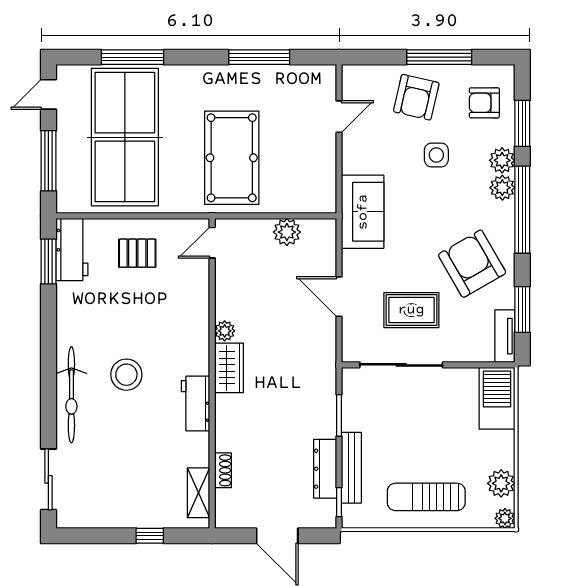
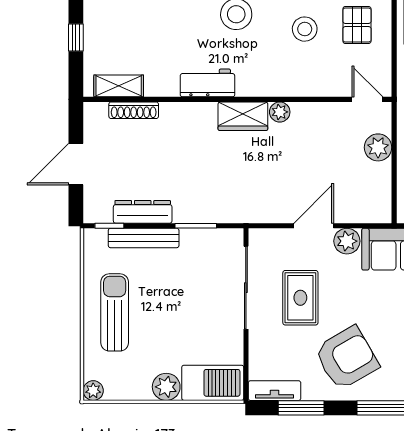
plant: (287, 232) -> (378, 147), moved
plant: (355, 263) -> (347, 241), added
stool: (141, 306) -> (305, 29), added
shoe rack: (223, 470) -> (134, 110), width x1.43
plant: (501, 483) -> (166, 387), moved

